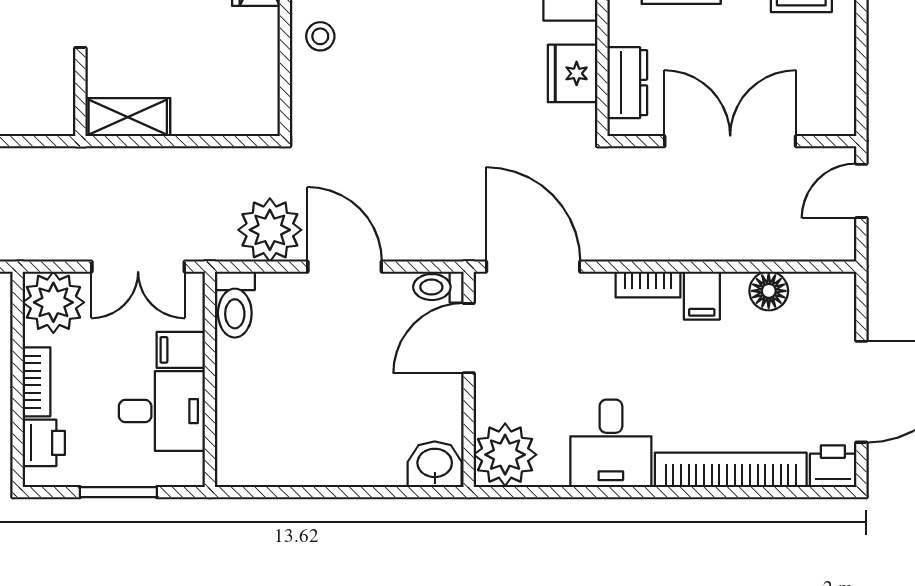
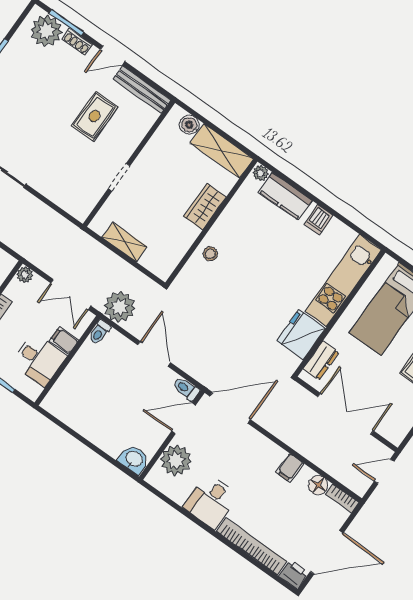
fridge: (573, 73) -> (301, 335), width x1.36, depth x1.34
shelving: (128, 117) -> (124, 242), moved
plant: (270, 230) -> (120, 307), moved
door: (533, 267) -> (230, 408), hinge flipped
bookcase: (648, 285) -> (342, 498), moved
plant: (53, 302) -> (25, 275), width x0.53, depth x0.53
toilet: (235, 305) -> (99, 332), width x0.73, depth x0.72
plant: (505, 455) -> (176, 460), moved

